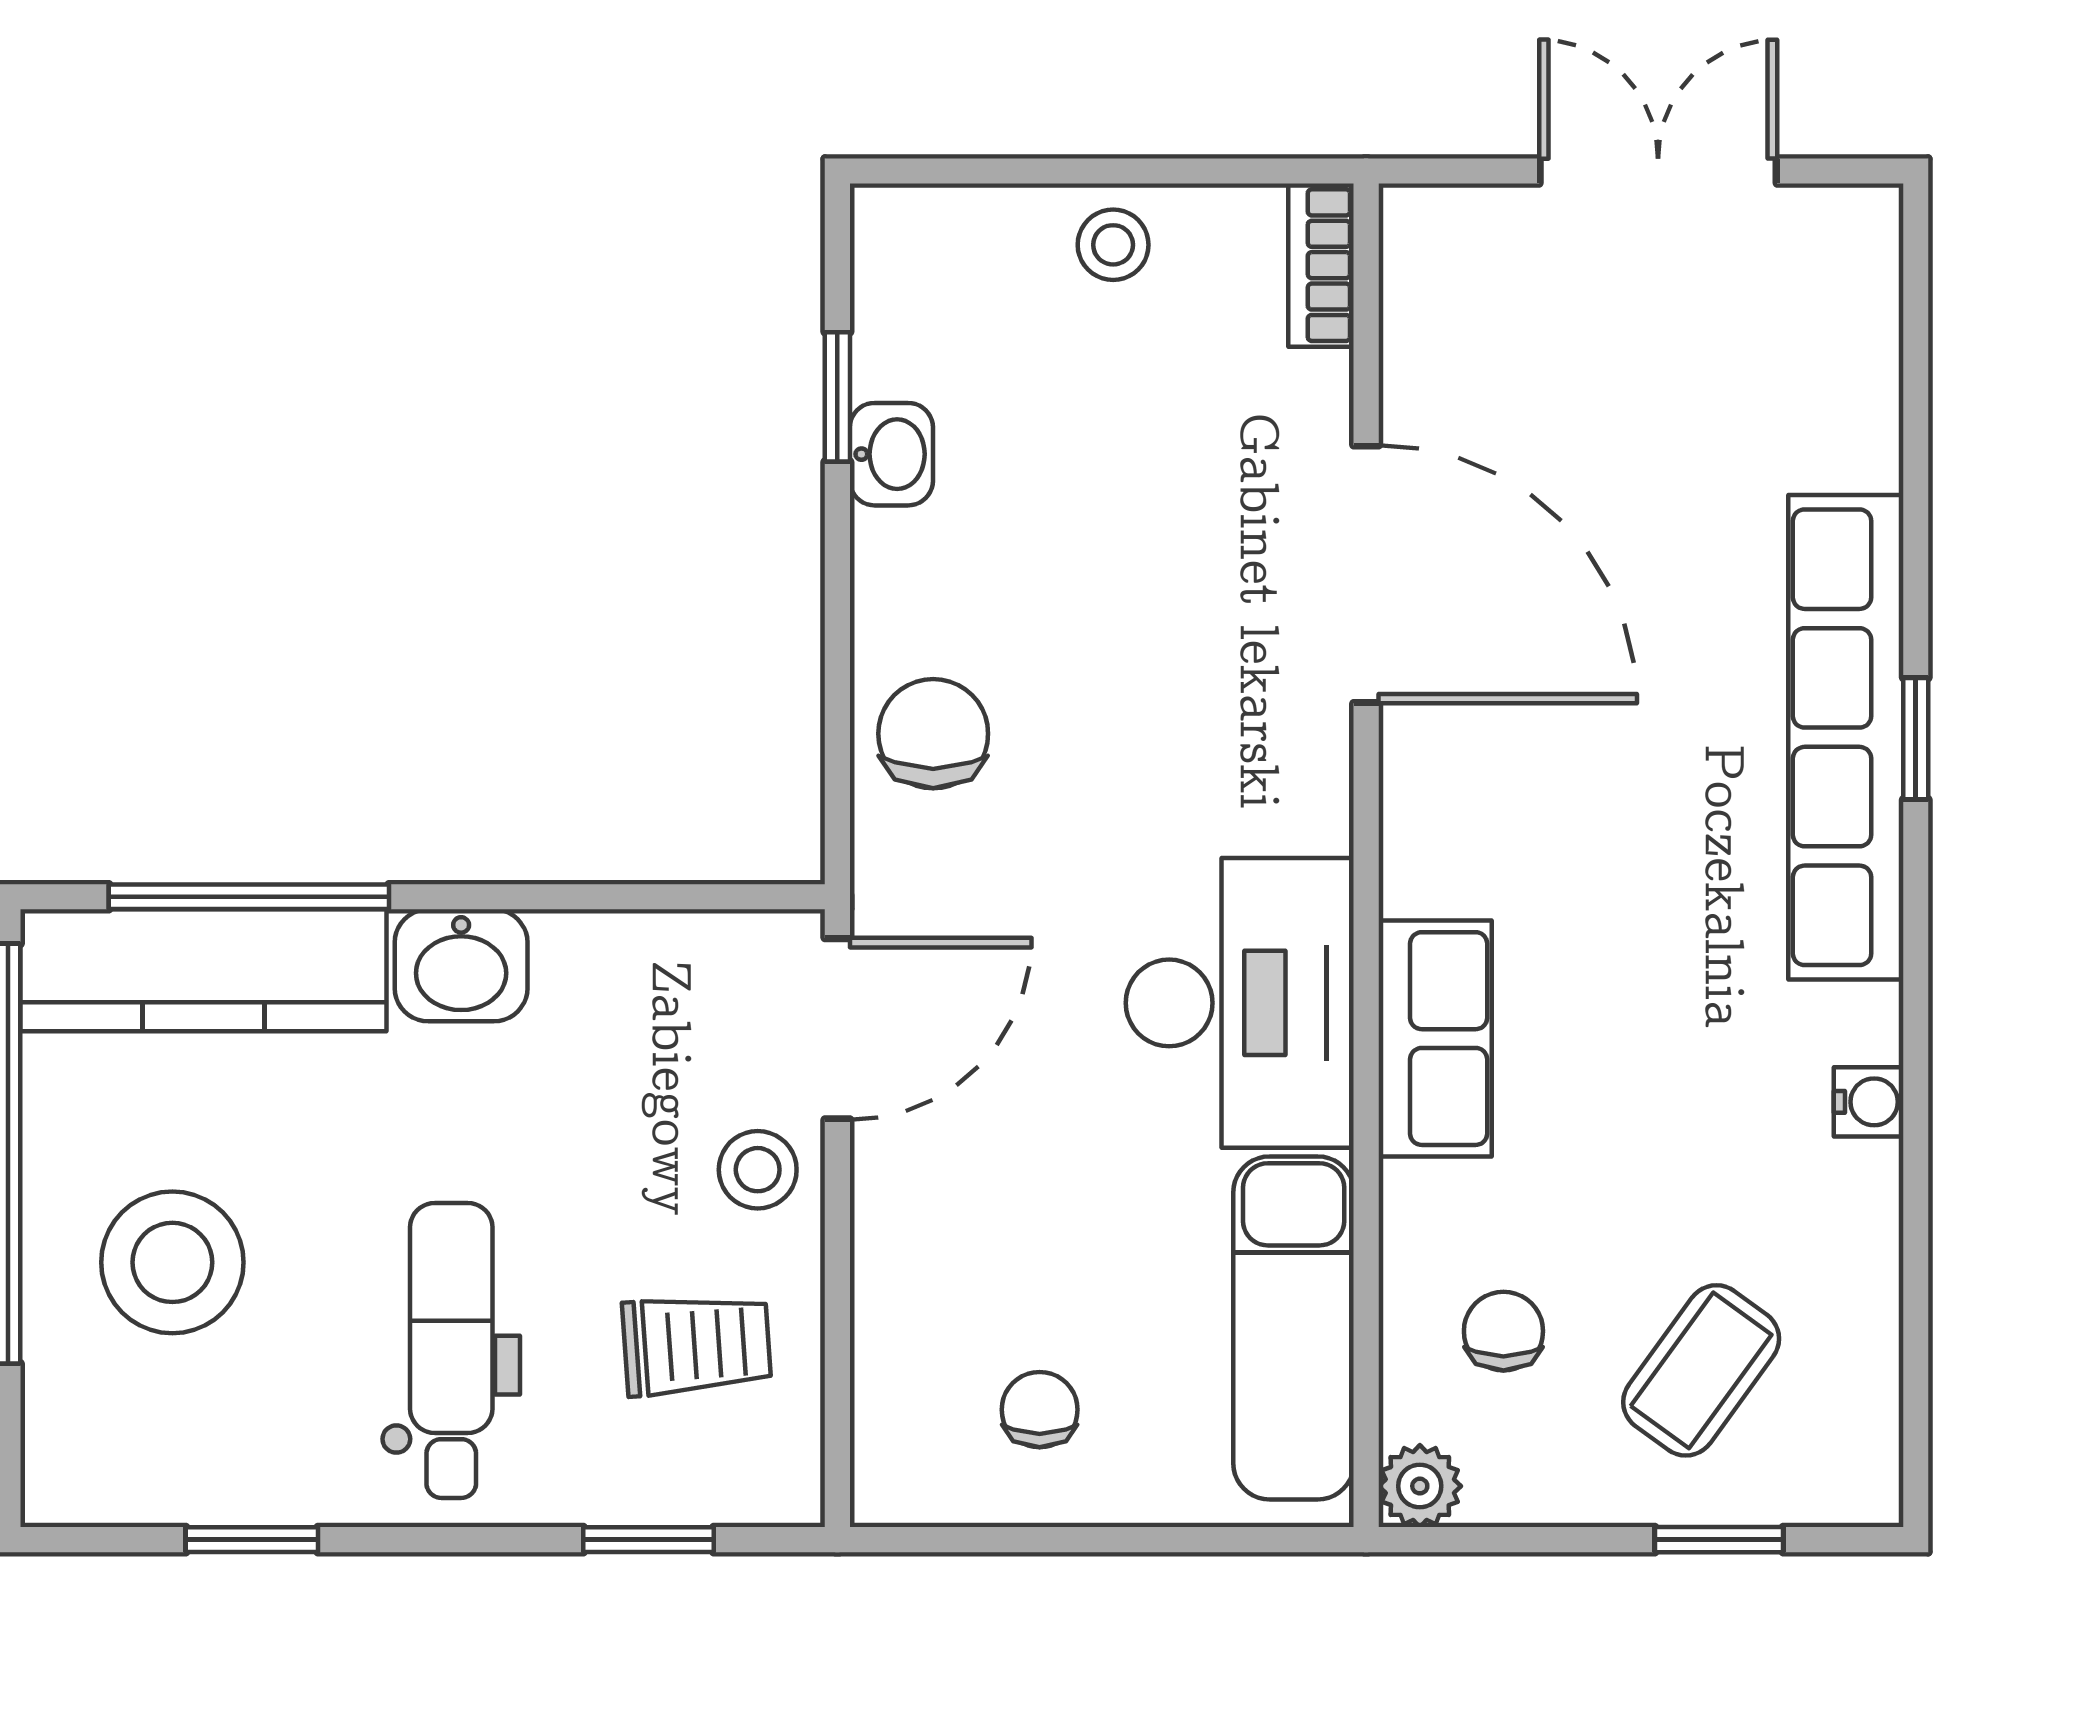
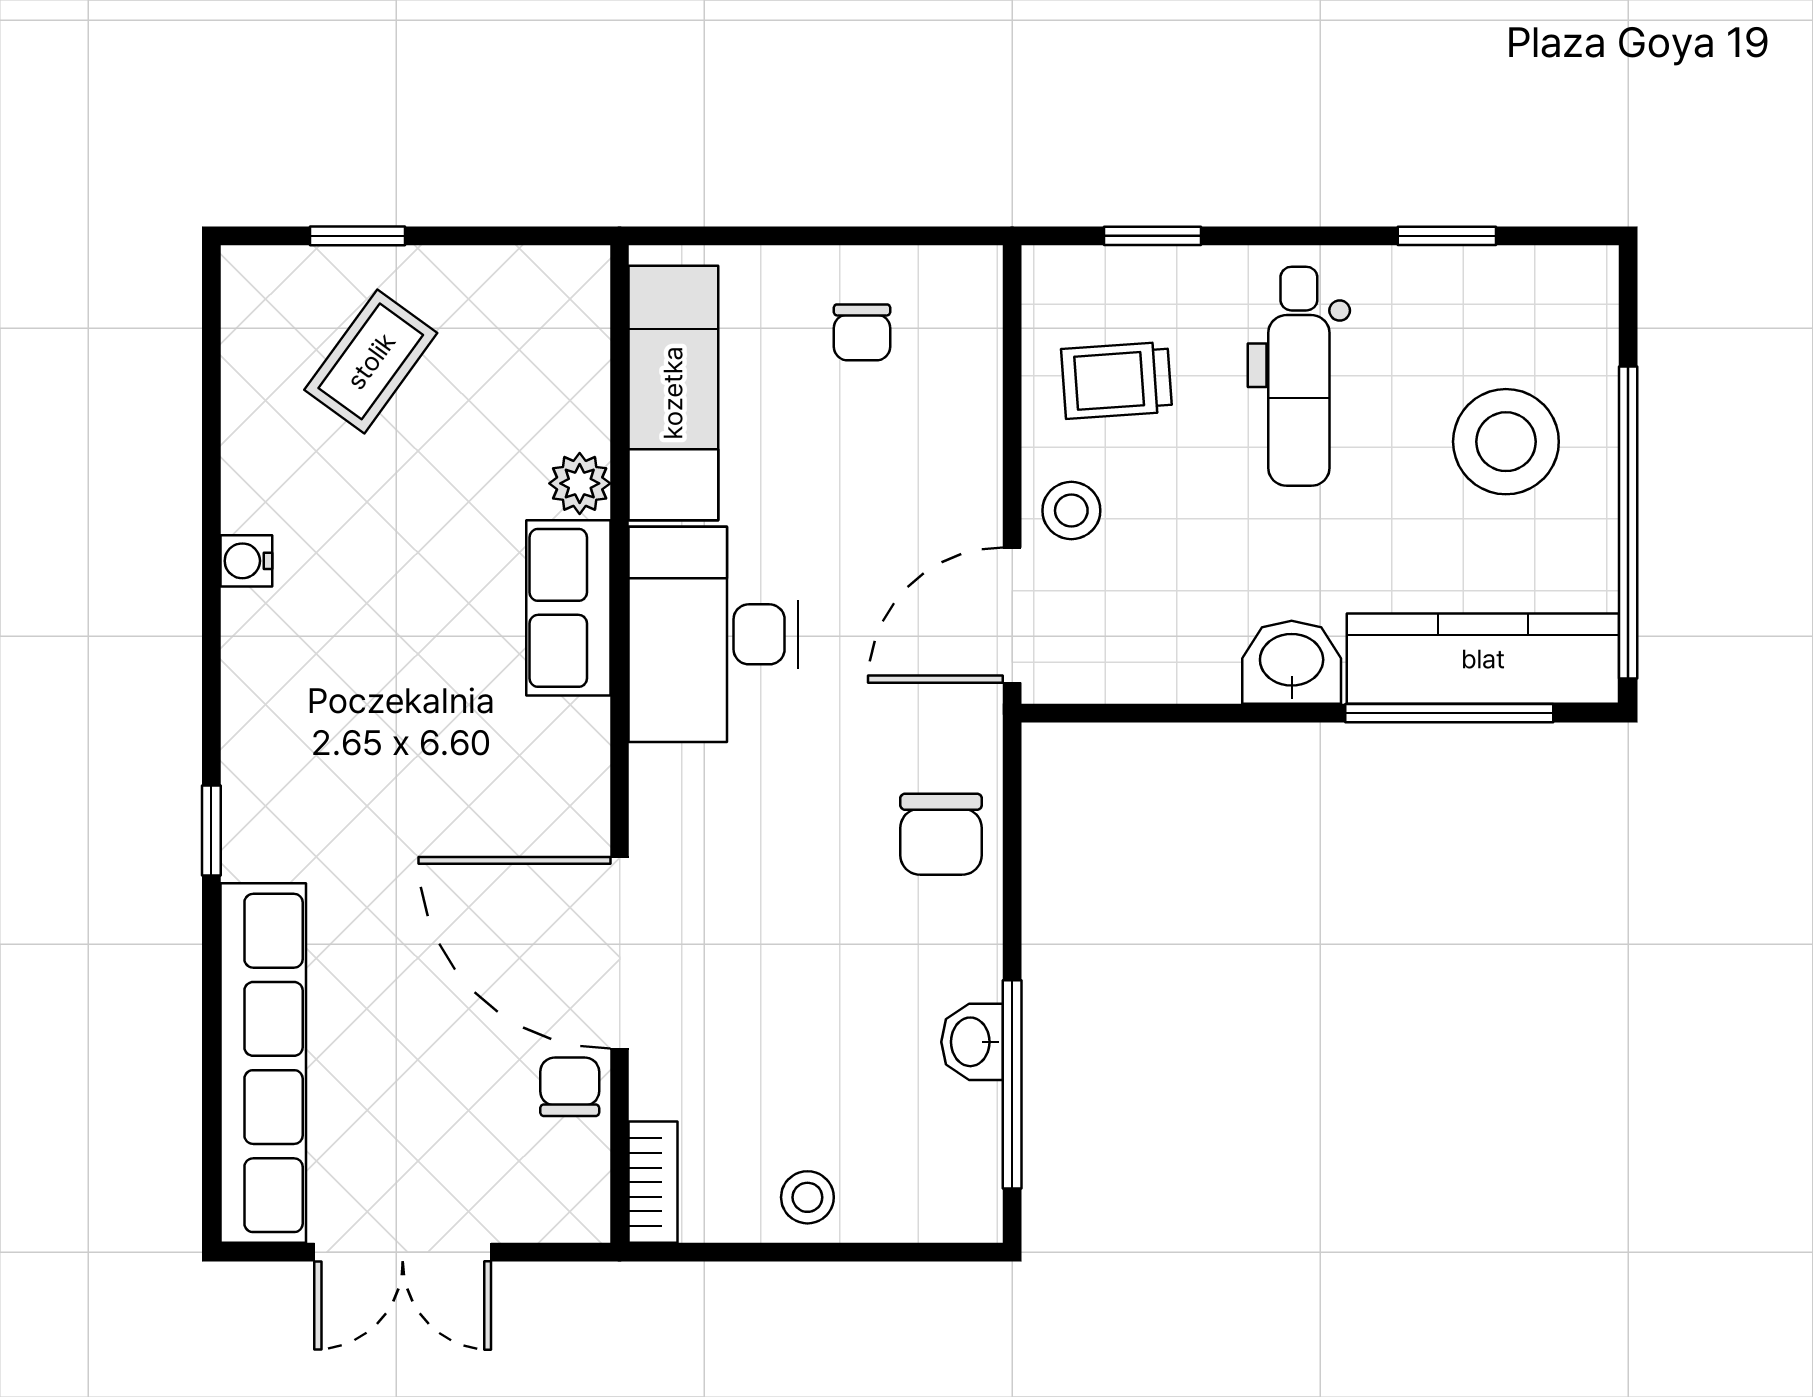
window: (837, 397) -> (1012, 1084), width x2.17
row of seats: (1846, 737) -> (263, 1063), moved
chair: (1503, 1331) -> (570, 1087), moved, turned 180
plant: (1420, 1486) -> (580, 483), moved

